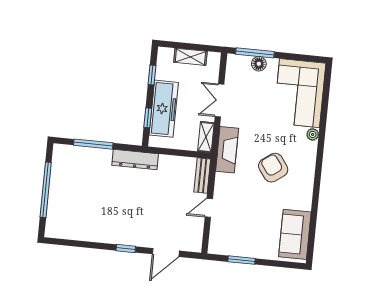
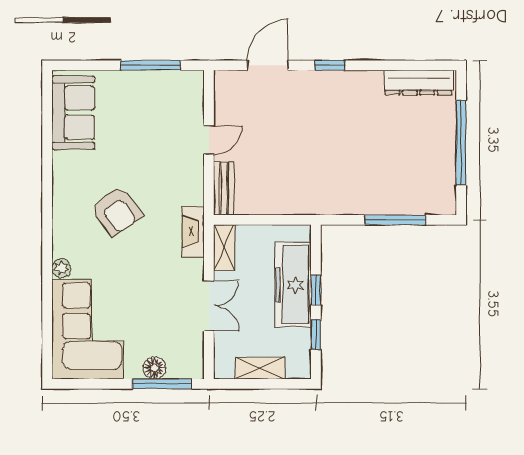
window: (148, 118) -> (316, 290), moved
fireplace: (227, 150) -> (193, 232), width x0.73, depth x0.76
dresser: (135, 159) -> (419, 82), moved, turned 180
window: (242, 260) -> (151, 65), width x1.44

